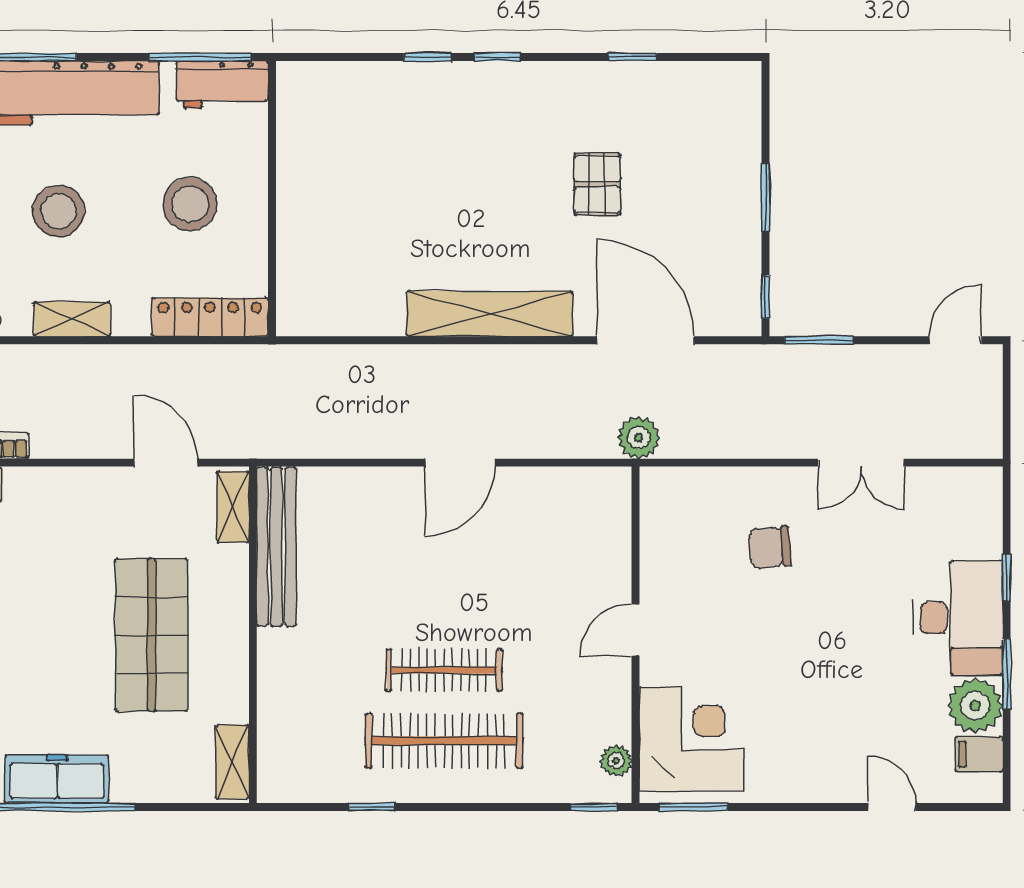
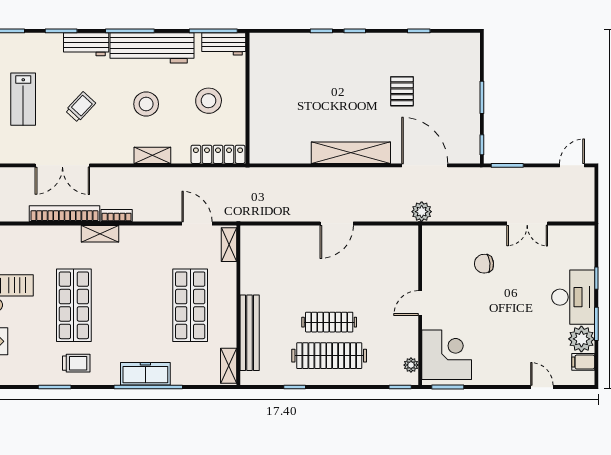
bench: (276, 547) -> (250, 333), moved

